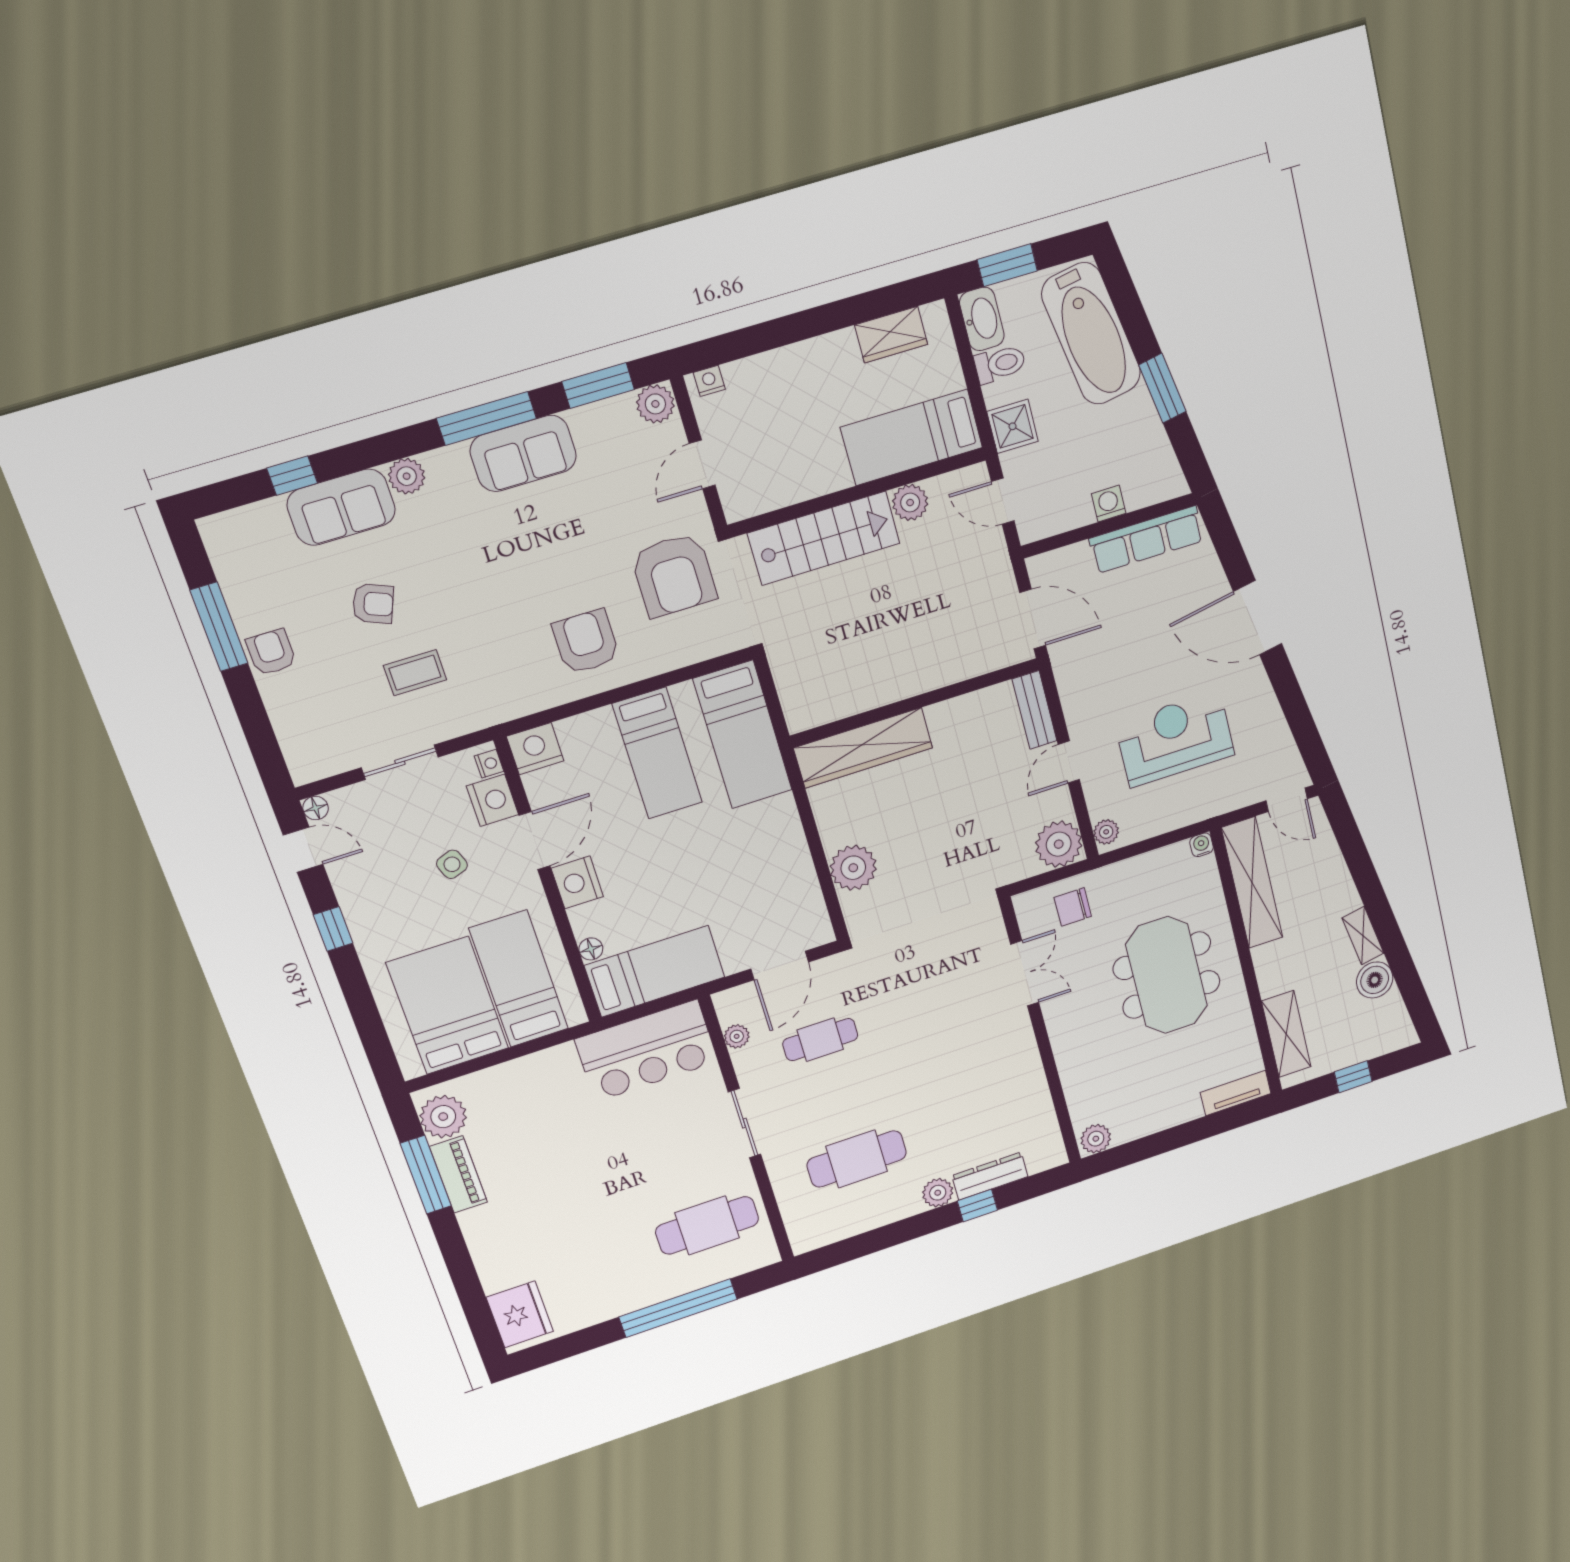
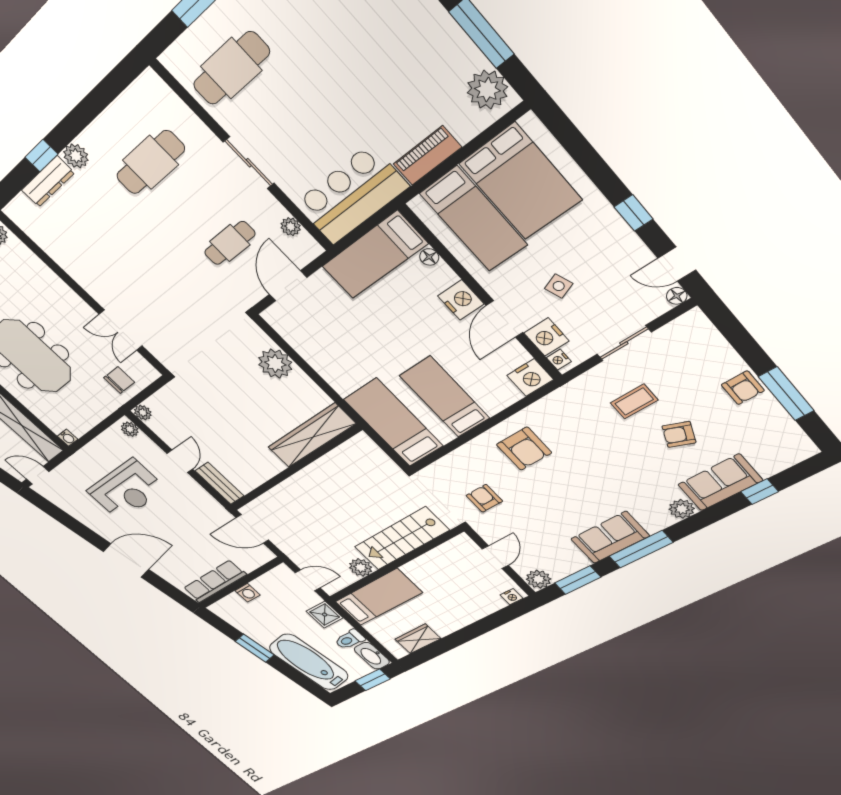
armchair: (674, 575) -> (484, 498), width x0.53, depth x0.53
plant: (1059, 844) -> (143, 413), width x0.53, depth x0.53
piano: (458, 1174) -> (427, 156), moved, turned 90

